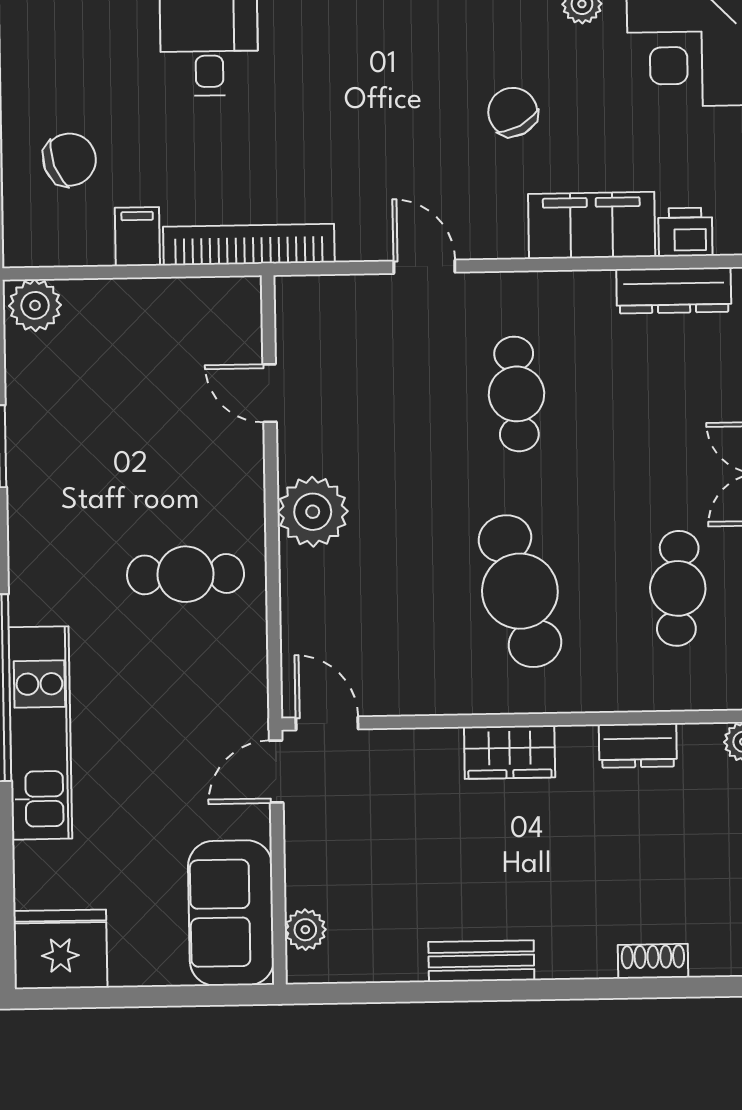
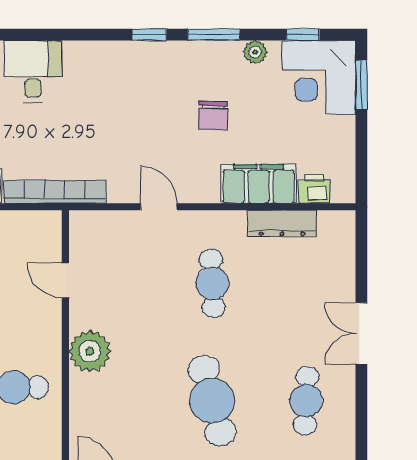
chair: (513, 112) -> (213, 116), turned -151
dresser: (674, 290) -> (282, 223), moved

